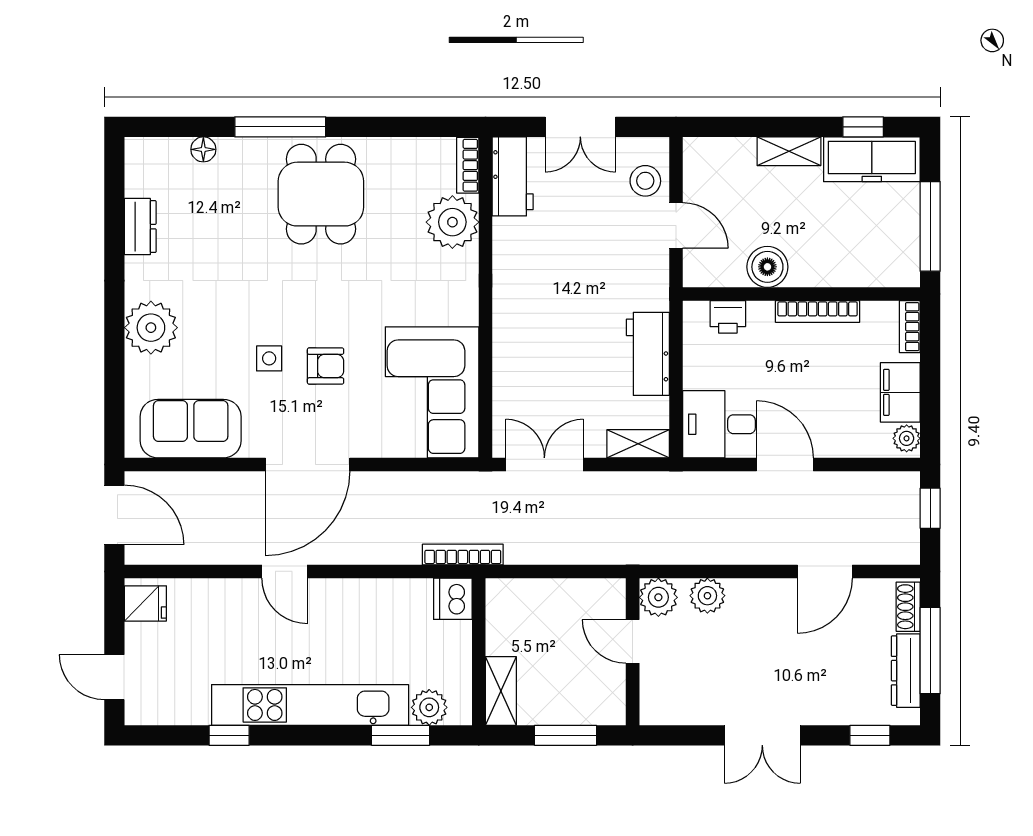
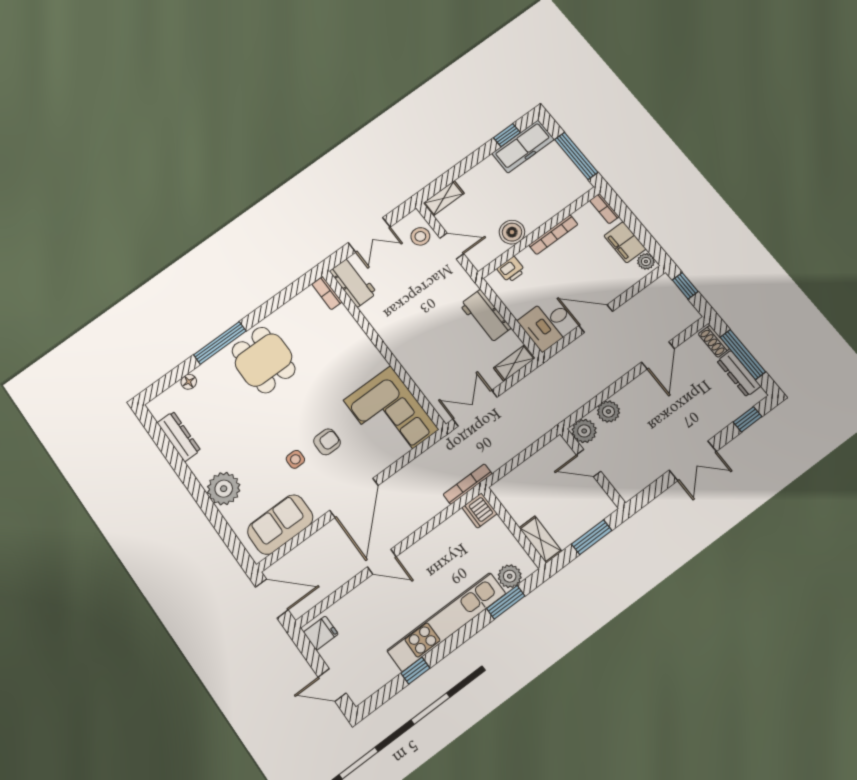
shelving: (789, 151) -> (444, 198), moved
plant: (452, 222) -> (339, 325), removed
dresser: (140, 227) -> (179, 437), width x1.44

